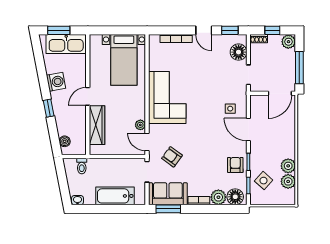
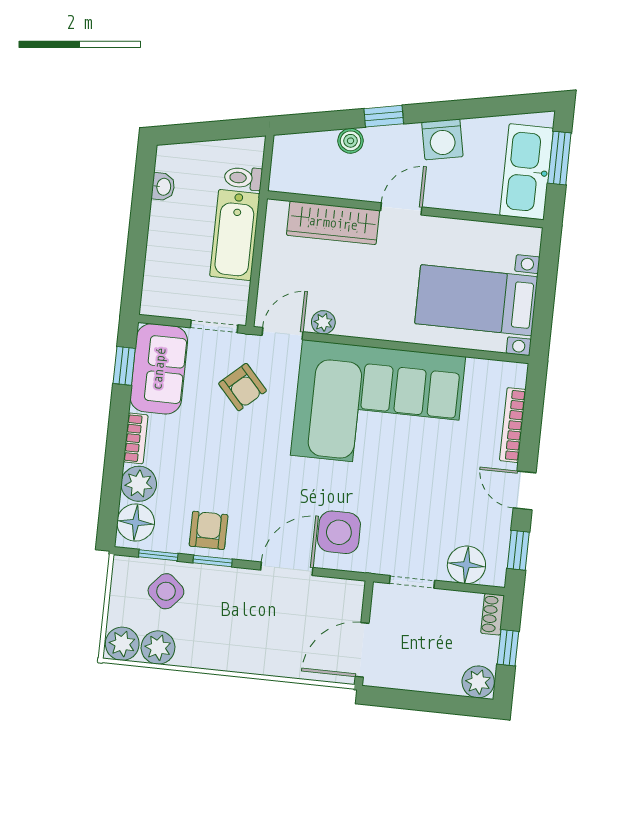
door: (204, 30) -> (525, 490), hinge flipped
window: (299, 68) -> (416, 701), removed
door: (280, 93) -> (362, 650), hinge flipped
door: (88, 96) -> (401, 209), hinge flipped
corner sofa: (167, 97) -> (378, 406), width x1.36, depth x1.36
side table: (230, 109) -> (339, 532), width x1.87, depth x1.87
boiler: (65, 141) -> (350, 141), moved
armchair: (172, 157) -> (243, 387), turned 102
armchair: (235, 165) -> (209, 530), turned -90
plant: (288, 166) -> (122, 644), moved
bathtub: (115, 196) -> (235, 235), moved, turned 180
washbasin: (77, 200) -> (163, 187), moved
window: (168, 209) -> (124, 366), width x0.67

